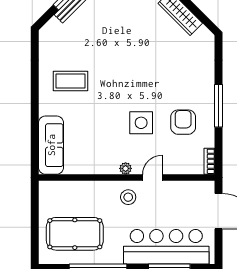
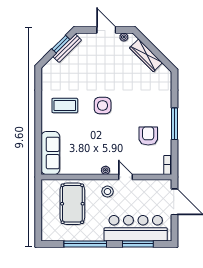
side table: (141, 123) -> (103, 106), moved
door: (152, 178) -> (125, 177), hinge flipped
pool table: (75, 234) -> (72, 204), moved, turned 90

